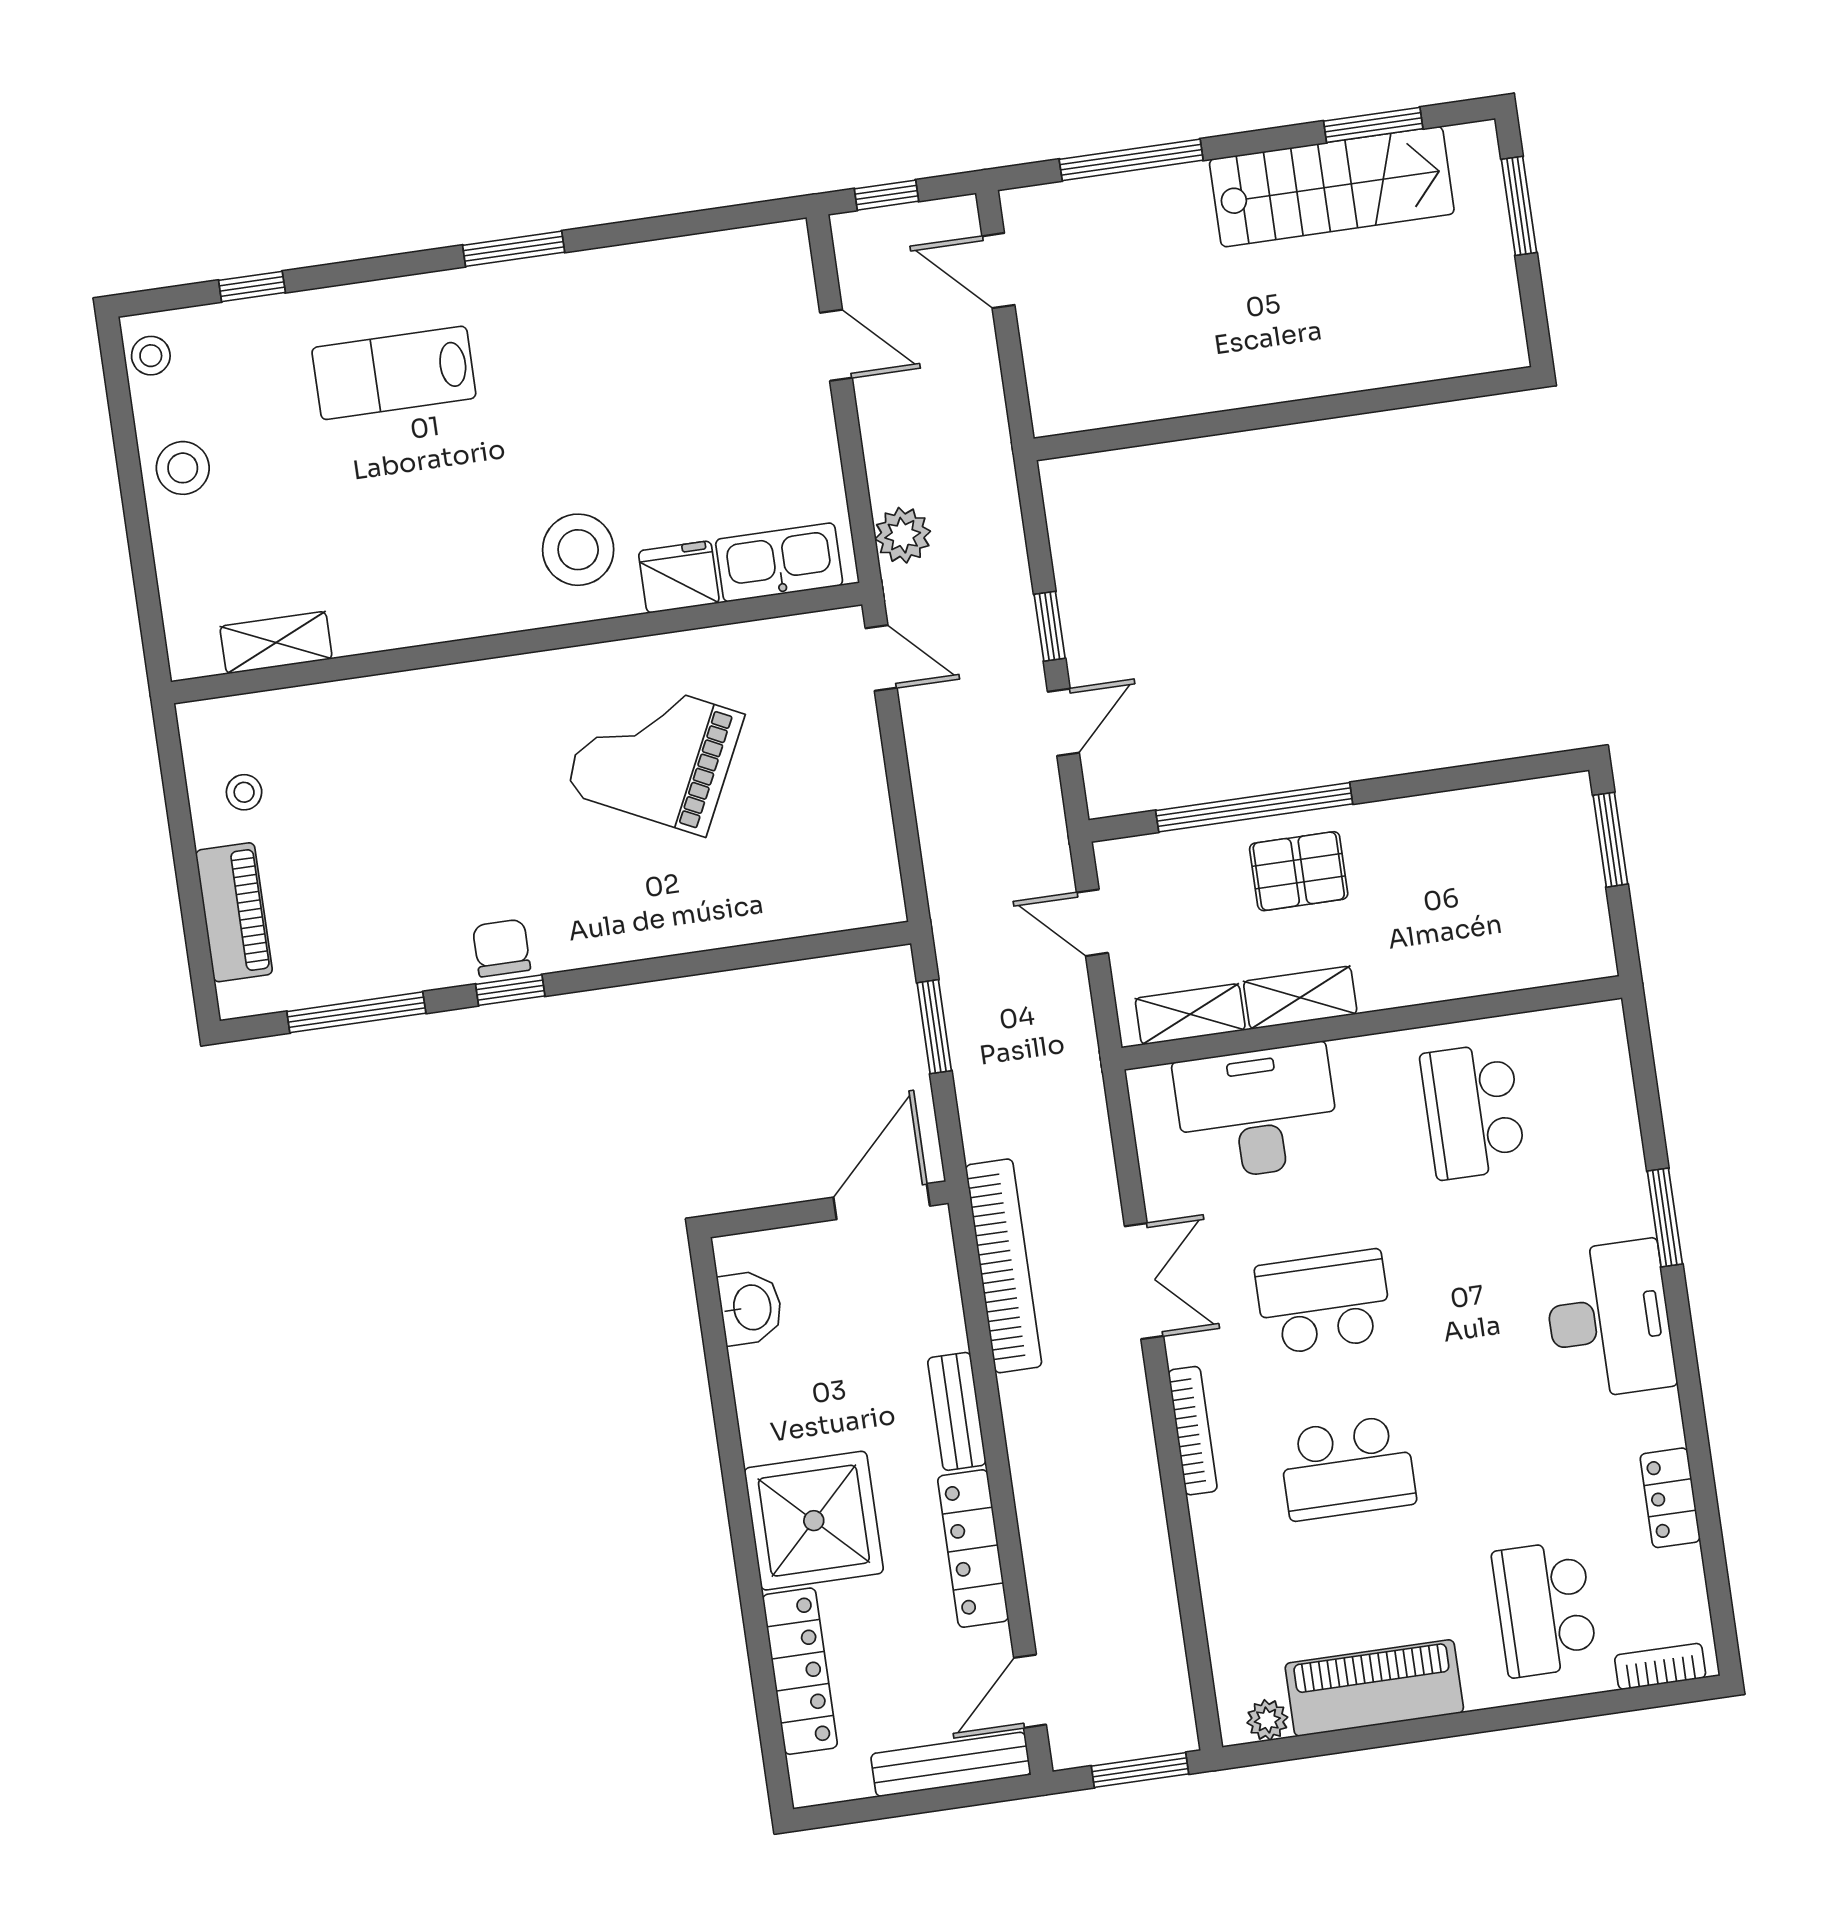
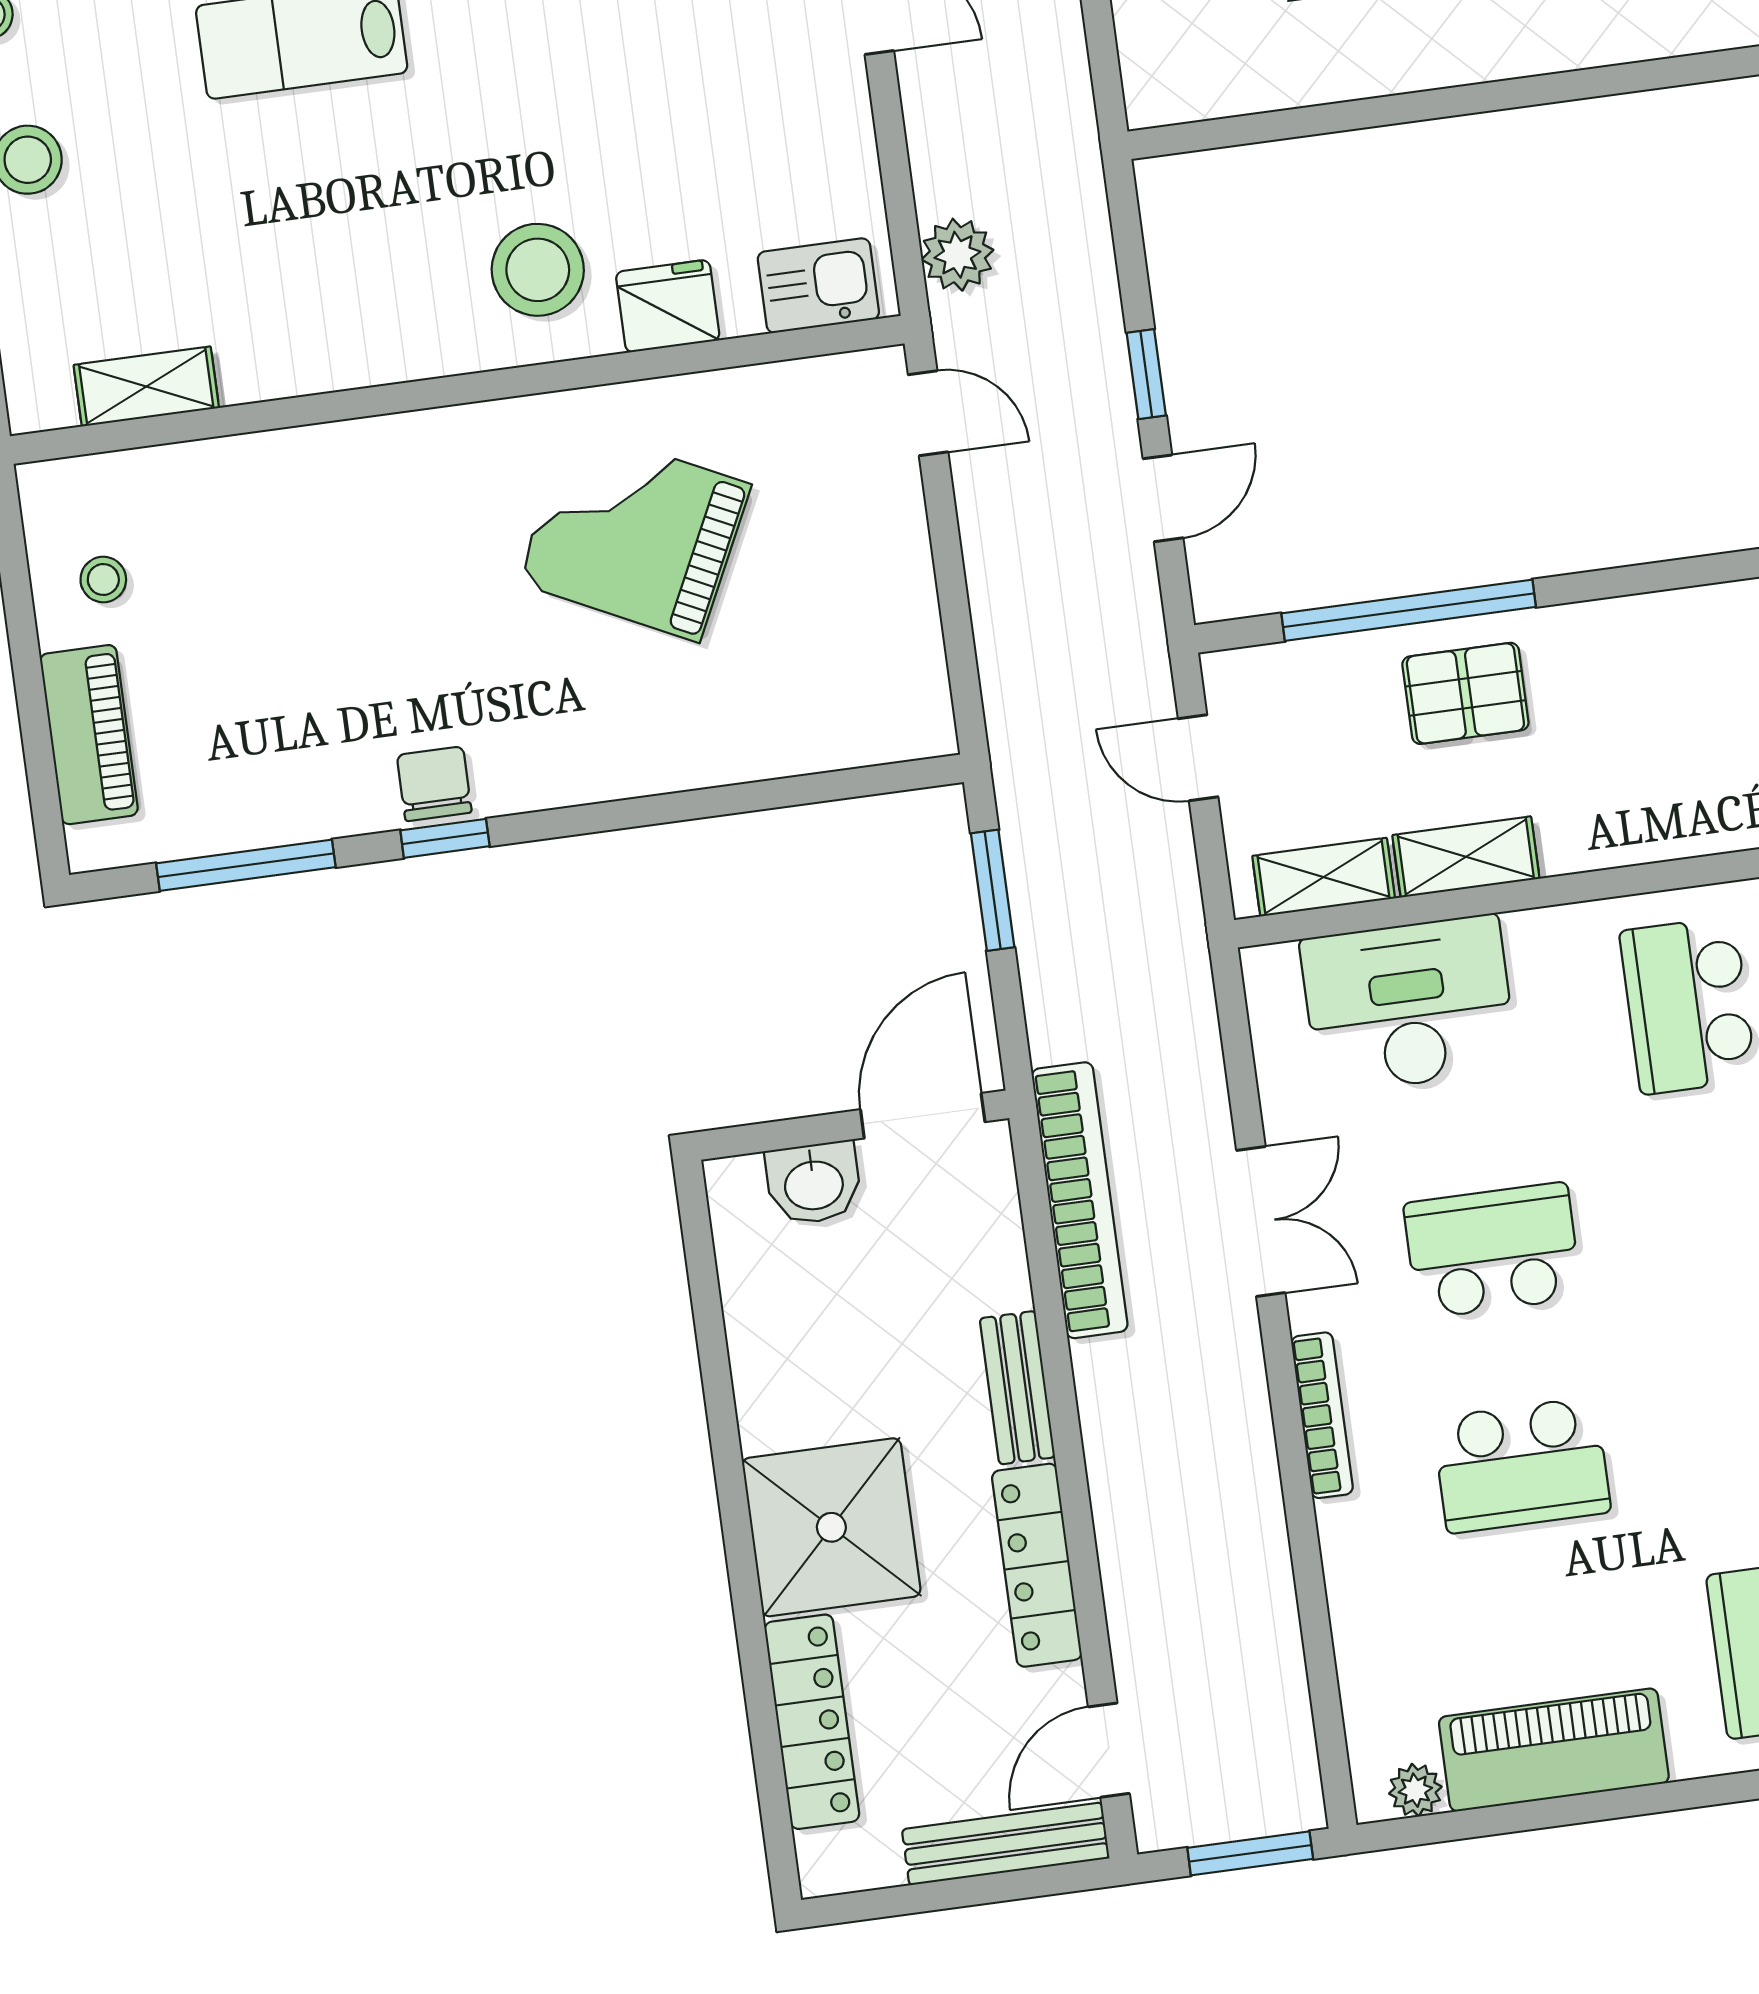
kitchen sink: (779, 562) -> (818, 286), width x0.73
washbasin: (751, 1308) -> (814, 1183), moved, turned 90

